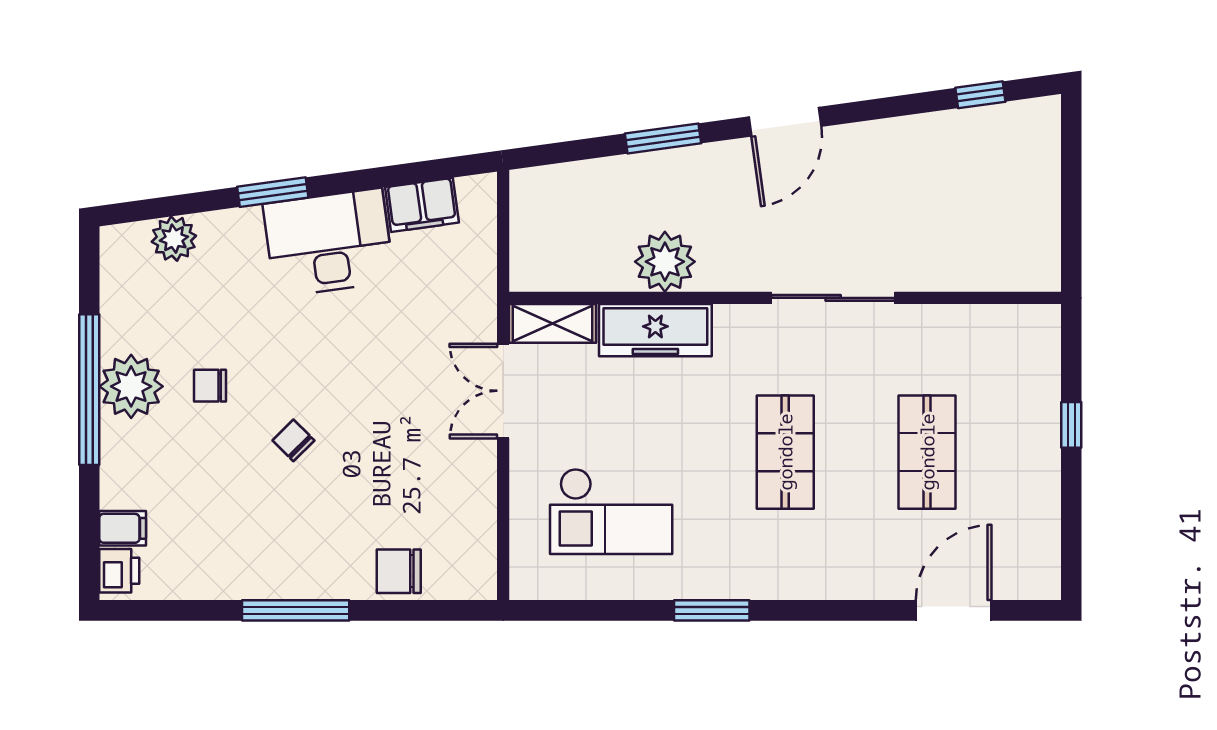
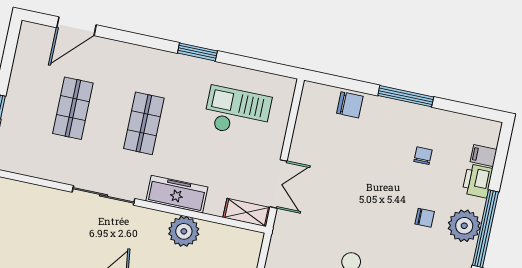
freezer: (655, 330) -> (177, 194), moved
chair: (293, 440) -> (423, 156), moved, turned -135
printer: (119, 571) -> (477, 181), moved, width x1.36, depth x1.24

